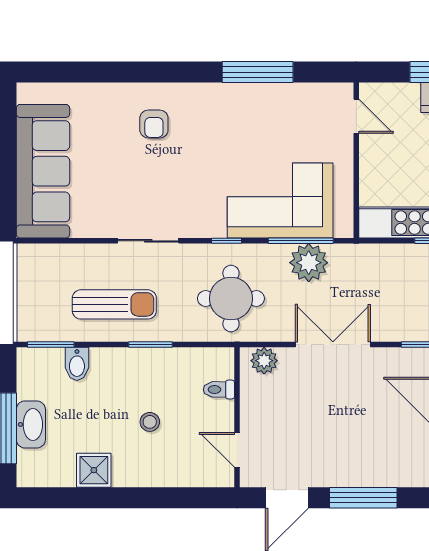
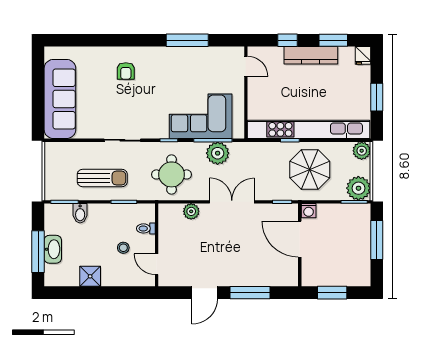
toilet: (219, 389) -> (146, 228), moved
wall: (237, 417) -> (157, 245), moved
door: (237, 450) -> (157, 264), moved

